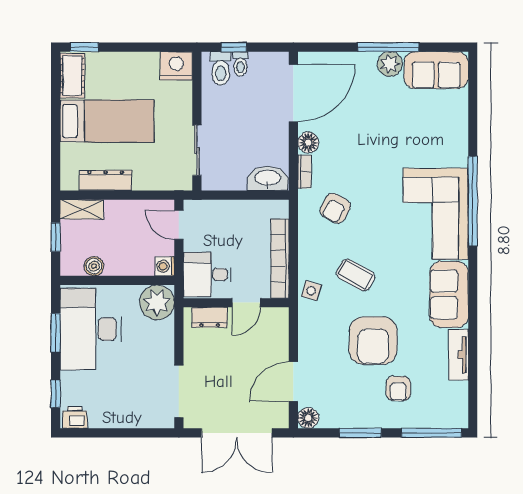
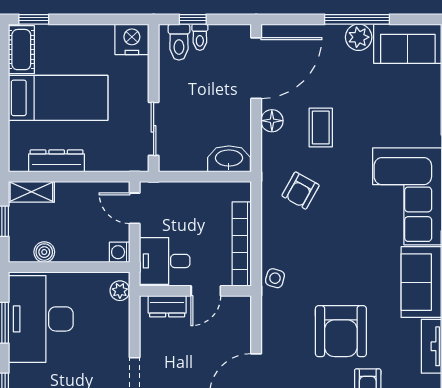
bookcase: (305, 172) -> (268, 152), removed
coffee table: (356, 275) -> (321, 128), moved, turned 61
plant: (157, 302) -> (120, 291), width x0.53, depth x0.53

